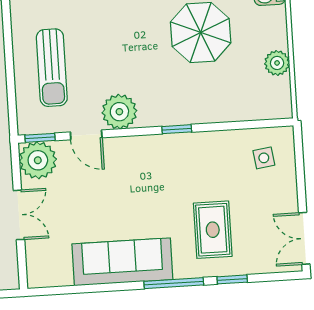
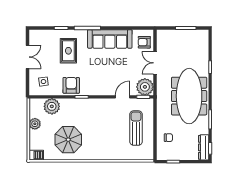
plant: (119, 112) -> (52, 106), moved
door: (86, 135) -> (122, 97), hinge flipped
armchair: (202, 153) -> (71, 85), added
double door: (304, 238) -> (28, 57), moved
armchair: (45, 259) -> (144, 42), added

